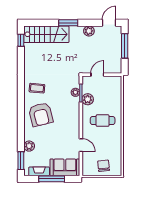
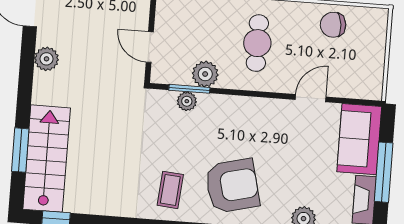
window: (68, 23) -> (20, 150), moved
chair: (104, 166) -> (333, 25), moved

